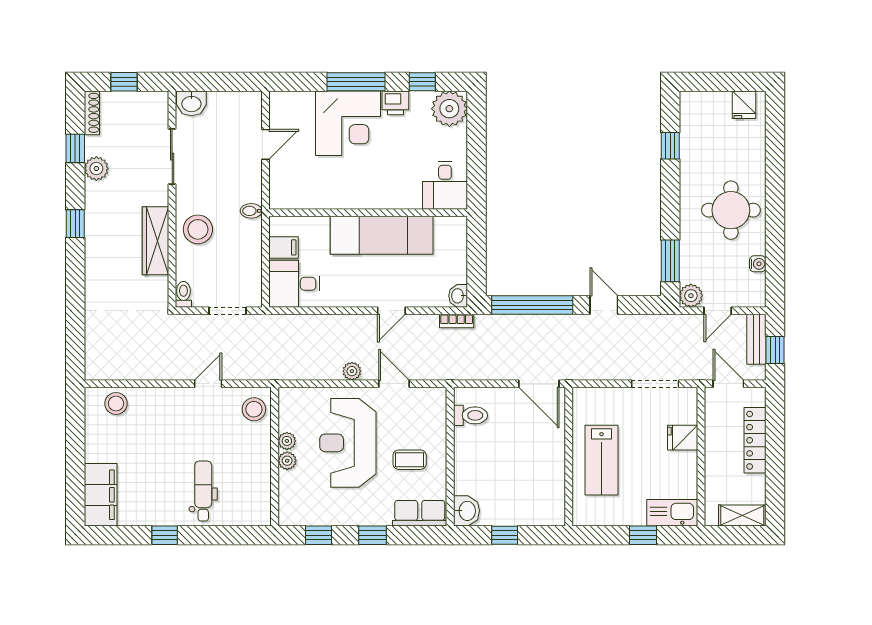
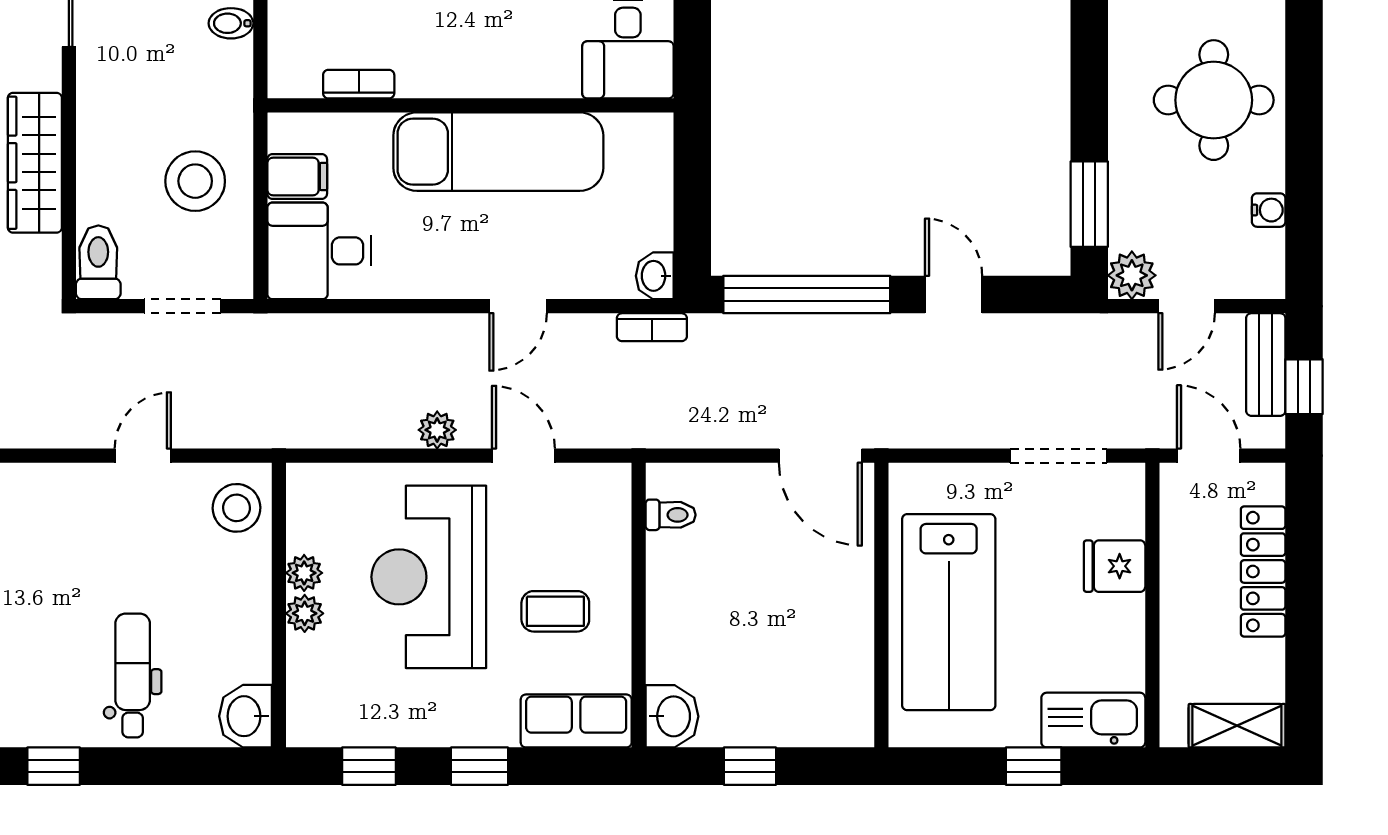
bookcase: (314, 202) -> (359, 84), added
bidet: (251, 211) -> (231, 23), moved
stool: (198, 229) -> (195, 181), moved
toilet: (183, 294) -> (98, 262), width x1.37, depth x1.39
toilet: (470, 415) -> (671, 515), width x0.73, depth x0.72
lab bench: (602, 460) -> (949, 612), width x1.36, depth x1.39
washbasin: (258, 511) -> (246, 716), added

